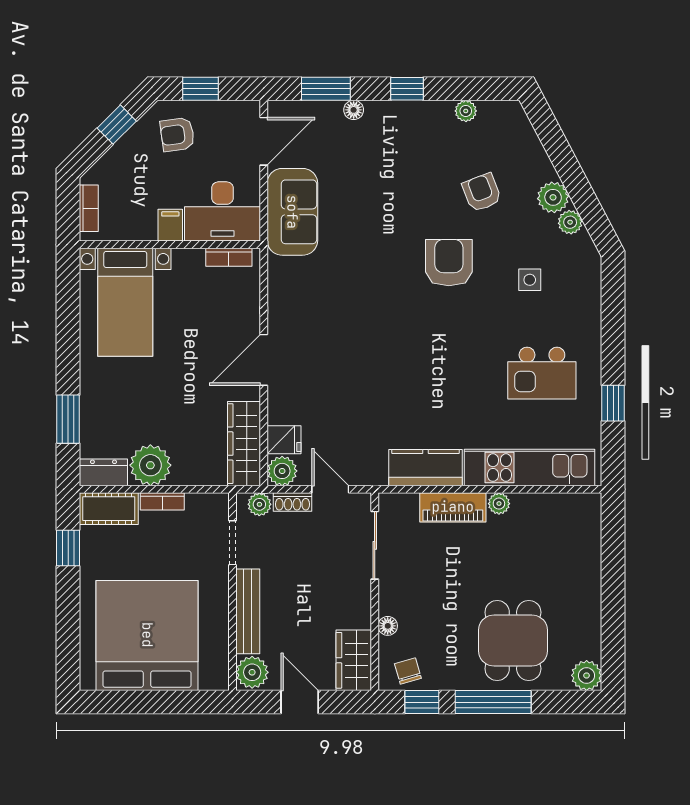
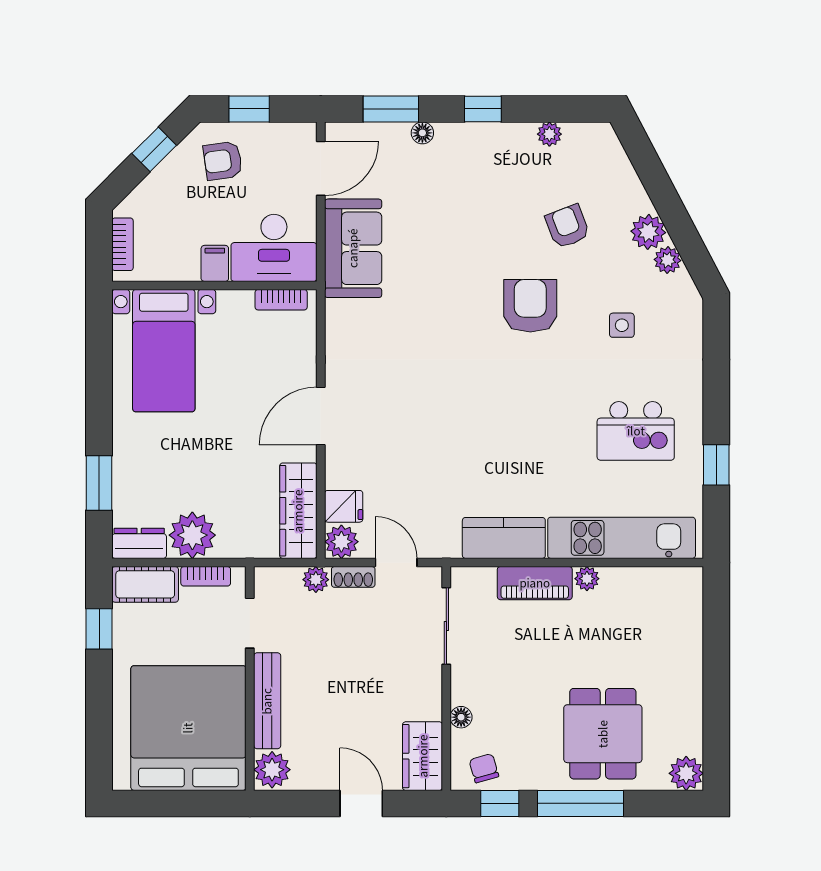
doorway: (233, 543) -> (250, 623), moved
wall: (233, 592) -> (250, 678), moved
bench: (248, 611) -> (267, 701), moved
plant: (252, 672) -> (272, 770), moved

